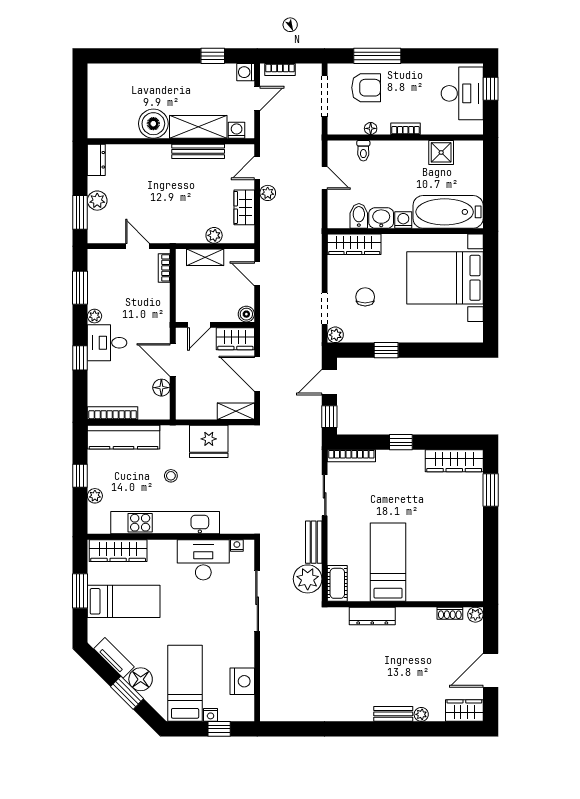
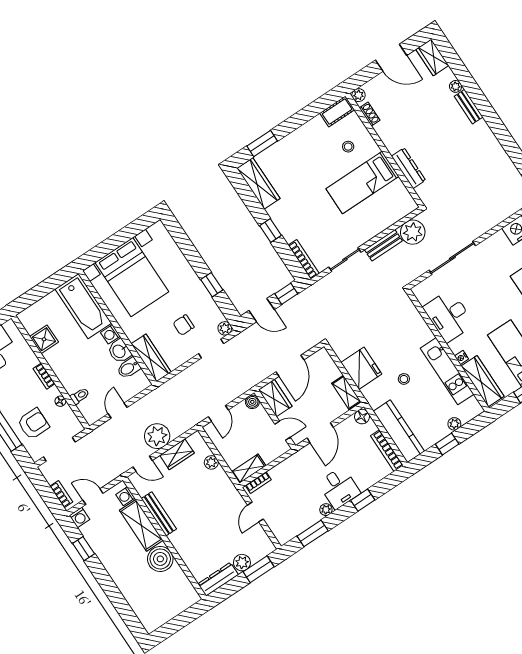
armchair: (366, 88) -> (33, 424), turned 90
dresser: (96, 160) -> (218, 579), width x1.44
plant: (268, 193) -> (157, 436), width x1.88, depth x1.88
shelving: (205, 257) -> (249, 469), moved, turned 90
floor lamp: (161, 388) -> (362, 417), moved
shelving: (236, 411) -> (346, 392), moved
kitchen unit: (165, 523) -> (447, 371), width x0.73
nightstand: (237, 545) -> (462, 358), moved
stool: (432, 571) -> (348, 147), added
cot: (337, 583) -> (337, 112), moved

